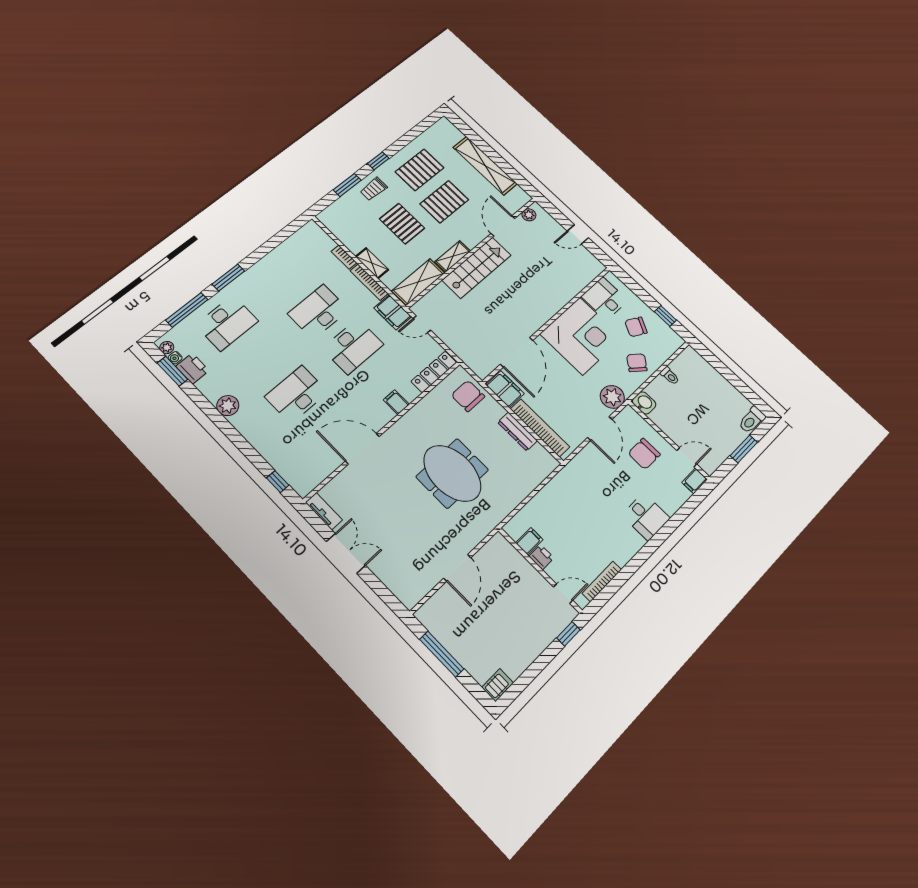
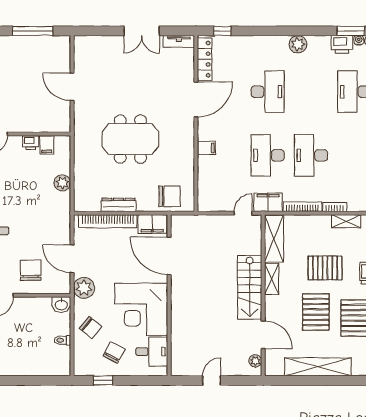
shelving: (372, 263) -> (346, 221), moved
desk: (318, 312) -> (311, 155), turned 180
locker: (434, 372) -> (205, 59), moved
plant: (547, 496) -> (62, 183), added

